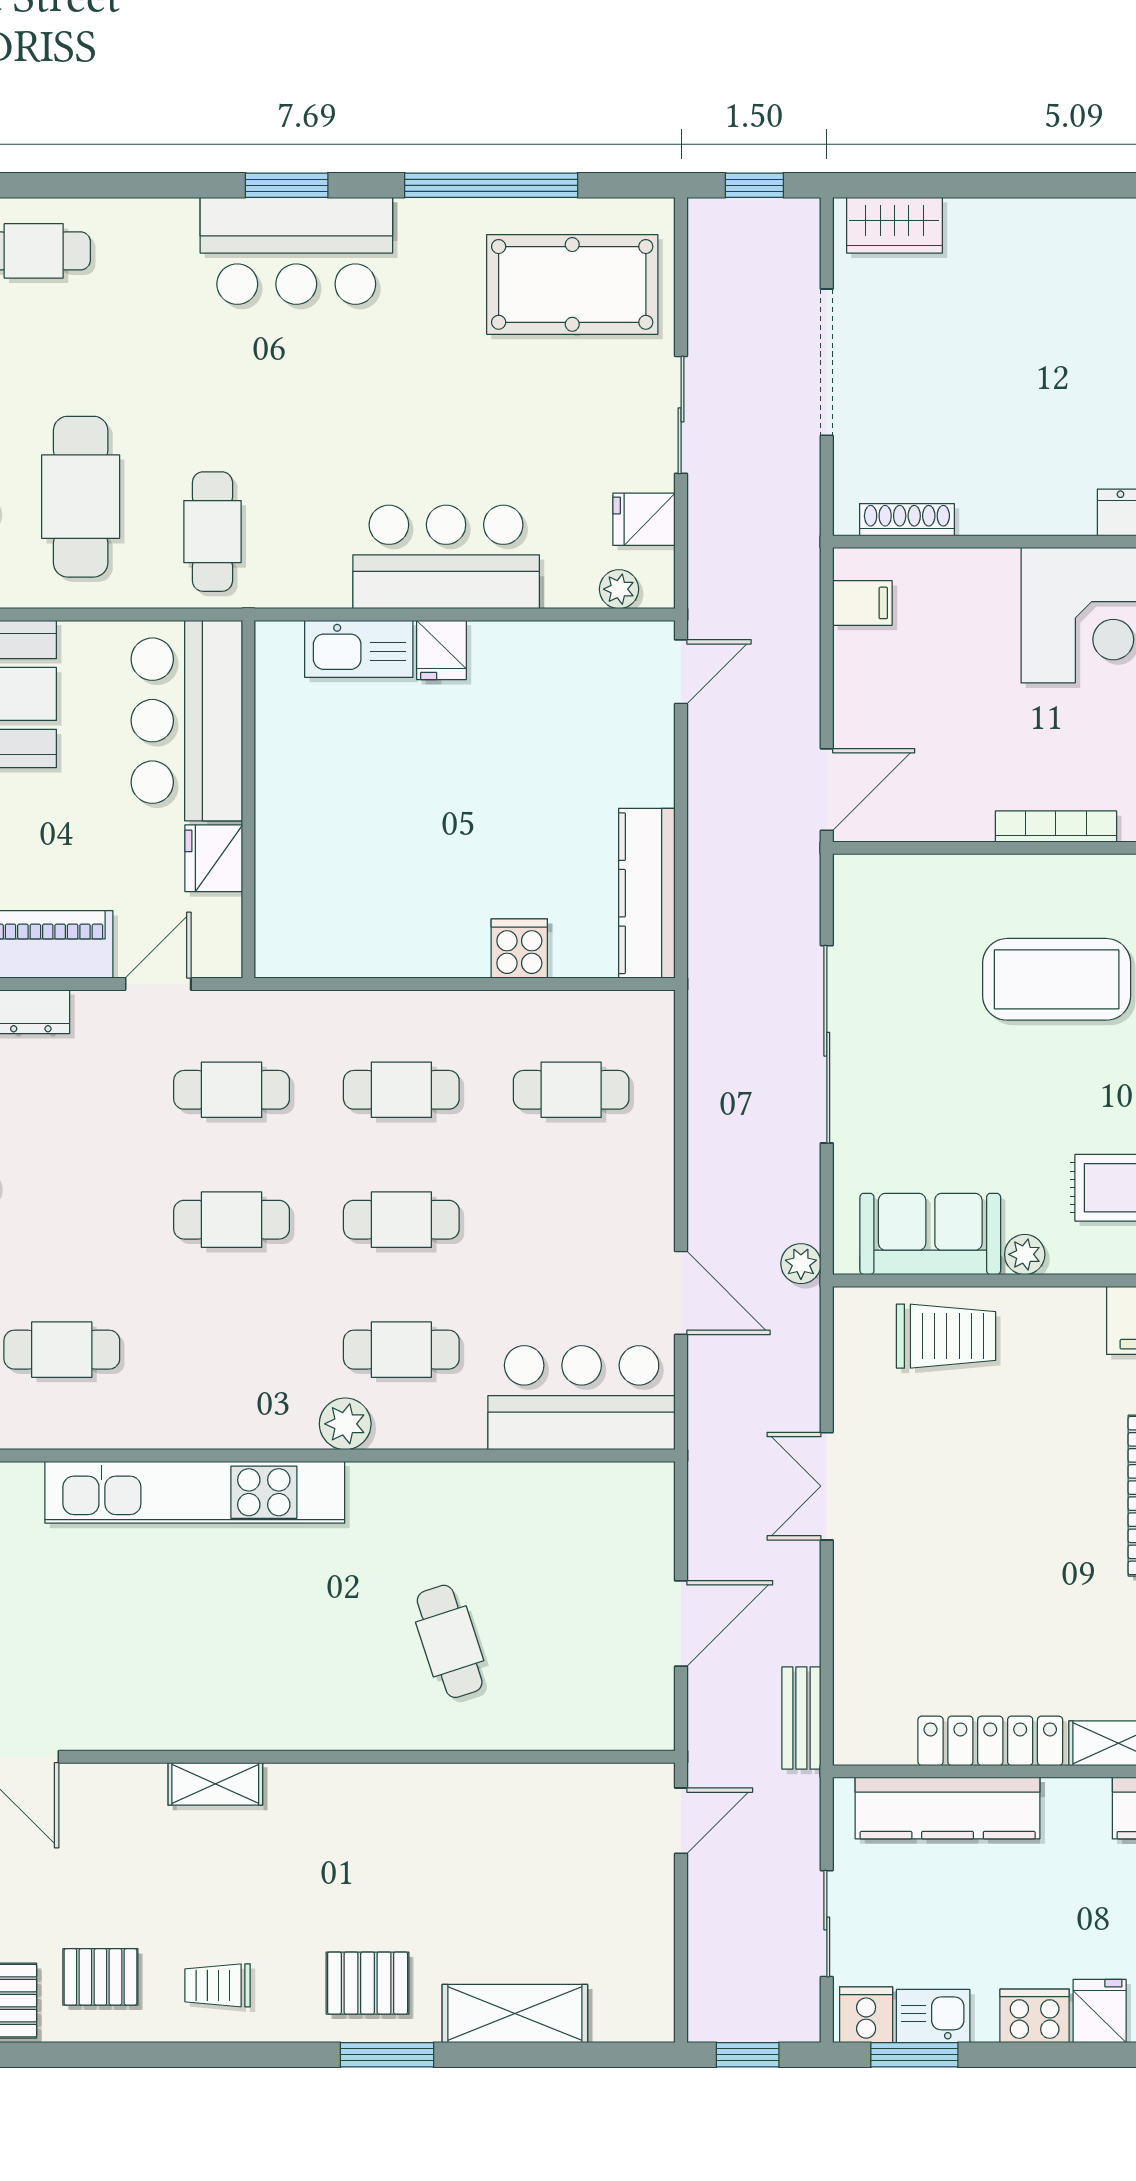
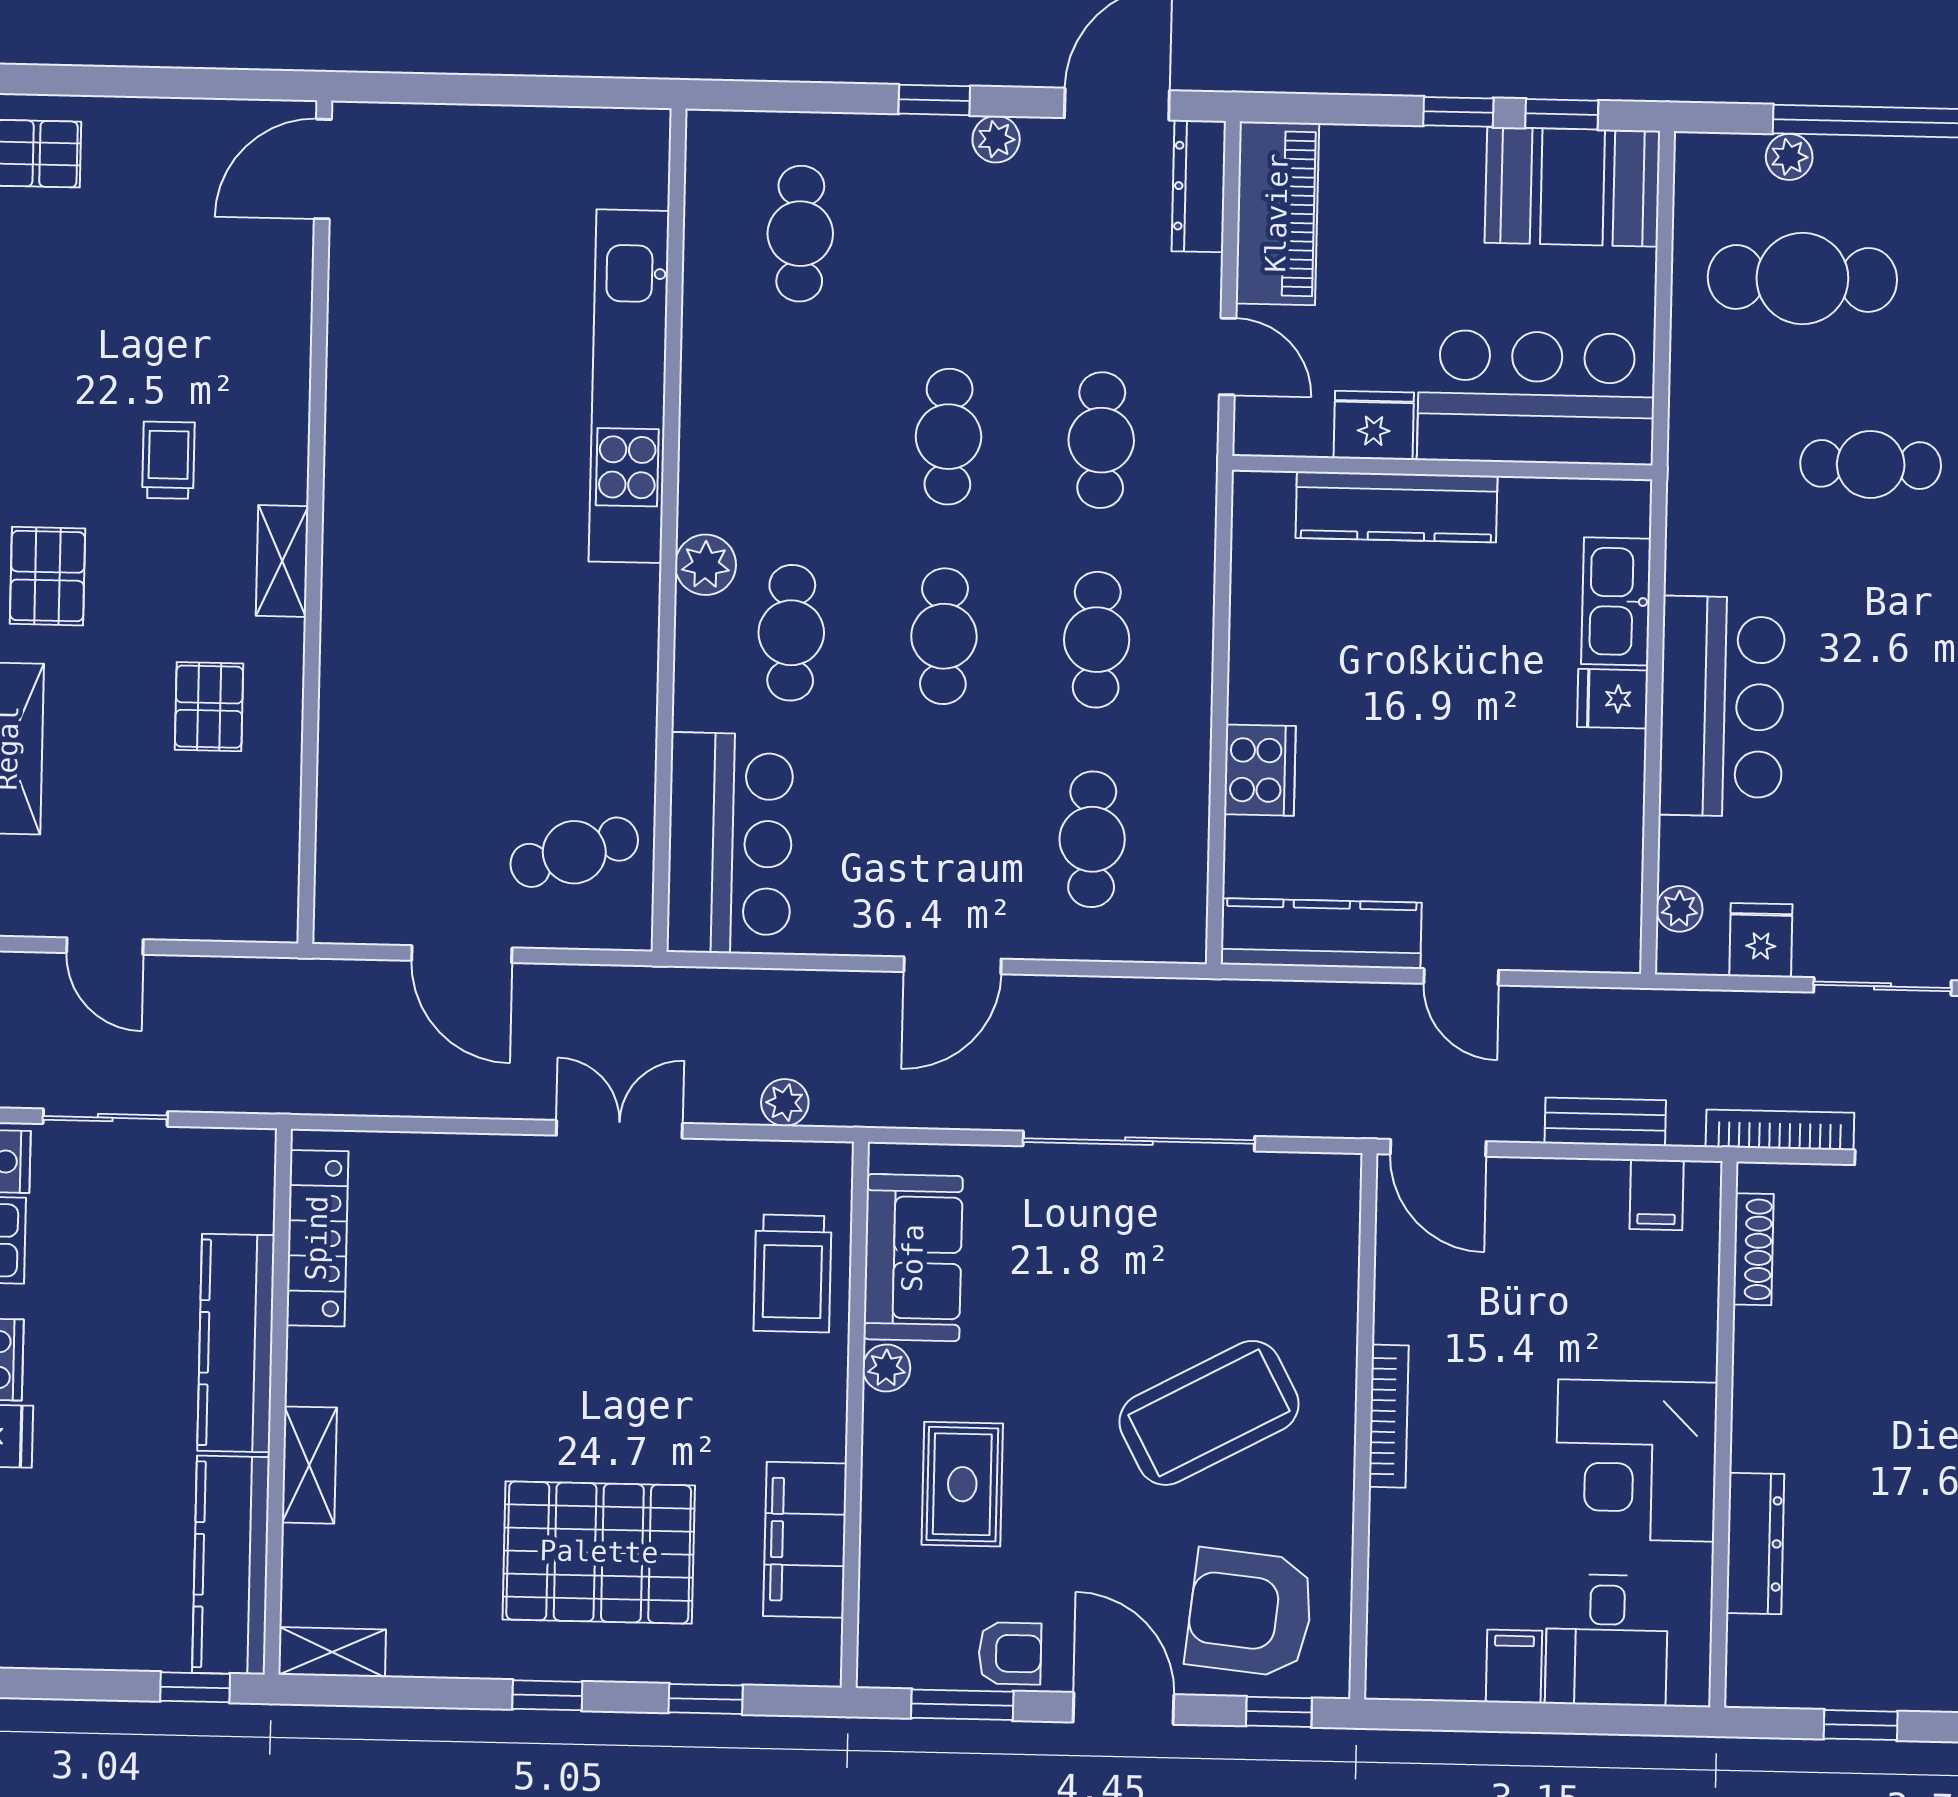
bookcase: (805, 499) -> (1780, 1130), added
cafe table: (212, 532) -> (1871, 464), moved
door: (681, 672) -> (1461, 977), moved
kitchen counter: (283, 837) -> (1397, 507), added
cooker: (519, 948) -> (1260, 770), width x1.36
coffee table: (1057, 979) -> (1209, 1413), turned 62
plant: (801, 1264) -> (785, 1103), moved
door: (681, 1293) -> (952, 965), moved
cafe table: (450, 1641) -> (574, 852), moved
bench: (801, 1718) -> (1605, 1122), moved
locker: (990, 1741) -> (317, 1238), moved
shelving: (215, 1784) -> (282, 561), moved
kitchen counter: (948, 1808) -> (236, 1343), moved
door: (681, 1821) -> (105, 946), moved
pallet: (100, 1977) -> (209, 707), moved
trolley: (218, 1985) -> (168, 460), moved

